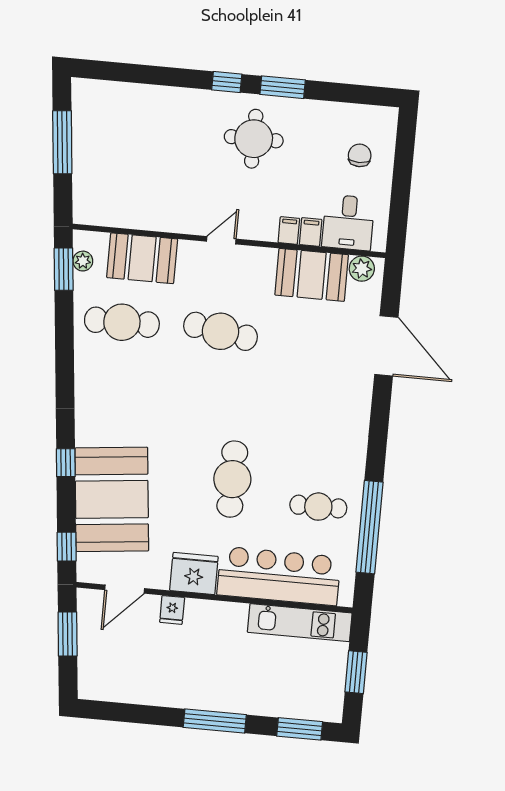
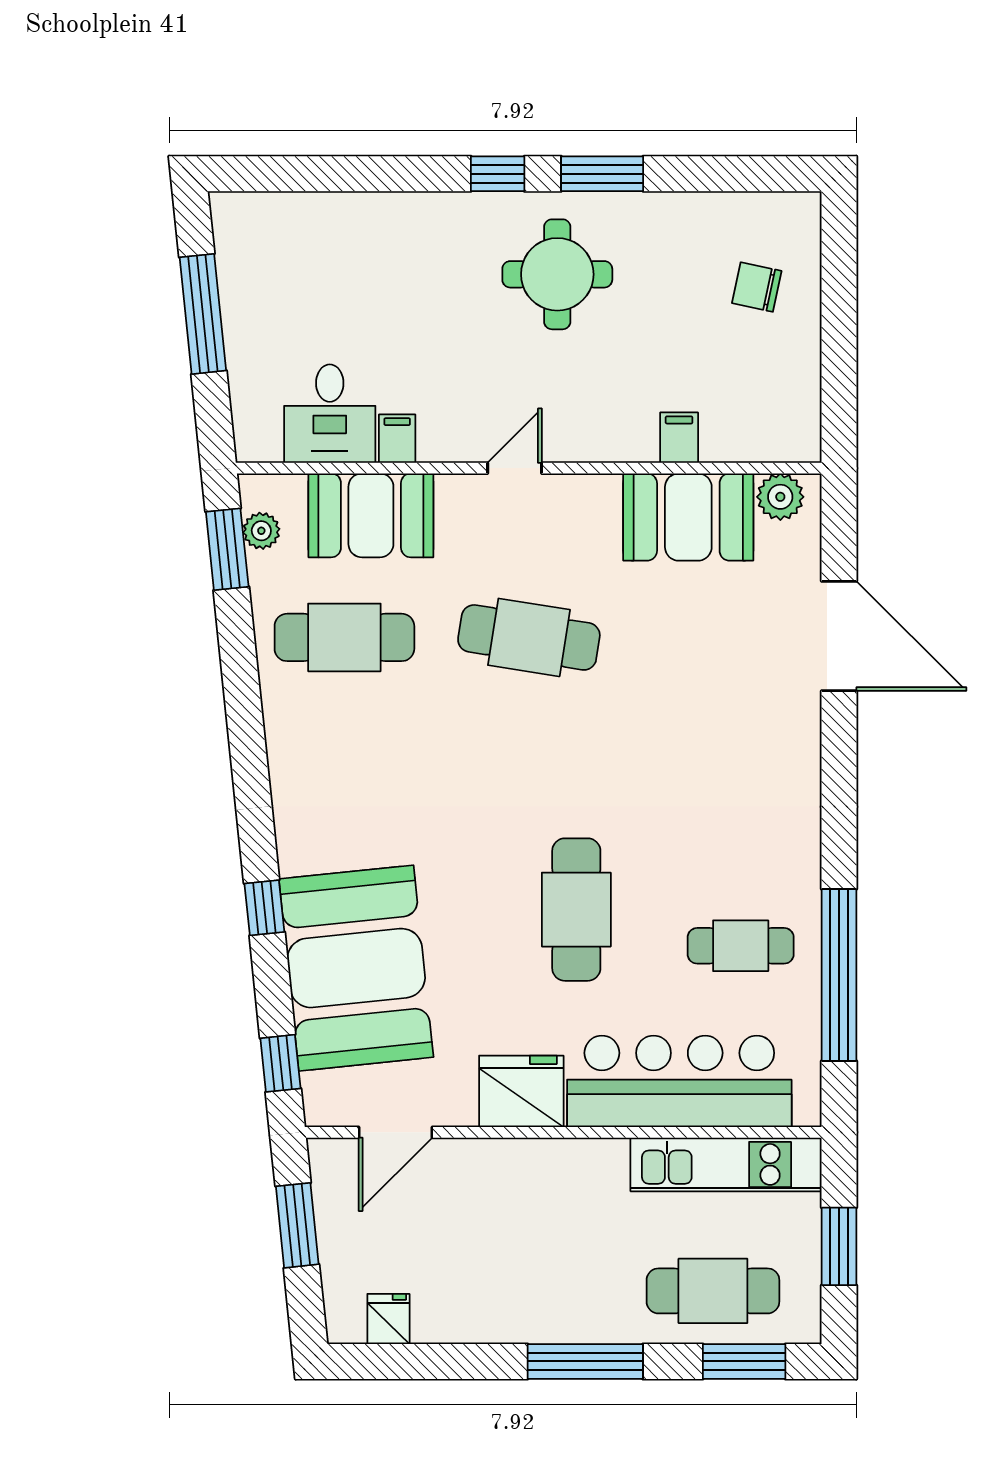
chair: (360, 155) -> (757, 287), turned -78
desk: (348, 223) -> (330, 414), moved
filing cabinet: (289, 231) -> (397, 439), moved
fridge: (172, 610) -> (388, 1319), moved, turned 180
cafe table: (286, 690) -> (713, 1291), added

